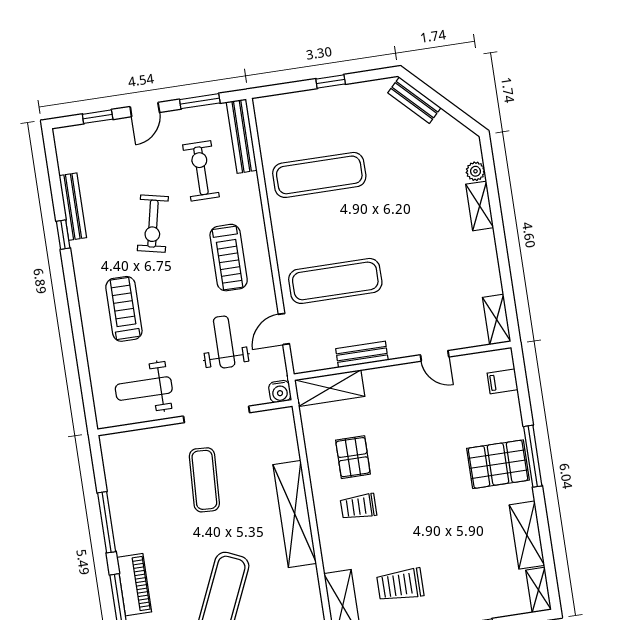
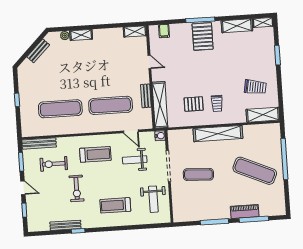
bench: (414, 100) -> (38, 51), moved
exercise mat: (319, 175) -> (60, 109), turned 90
exercise bike: (153, 224) -> (77, 188), turned 78
exercise mat: (335, 281) -> (111, 105), turned 90
door: (435, 356) -> (149, 62), hinge flipped
shelving: (330, 388) -> (160, 105), width x1.47
trolley: (400, 585) -> (255, 87), turned -80

